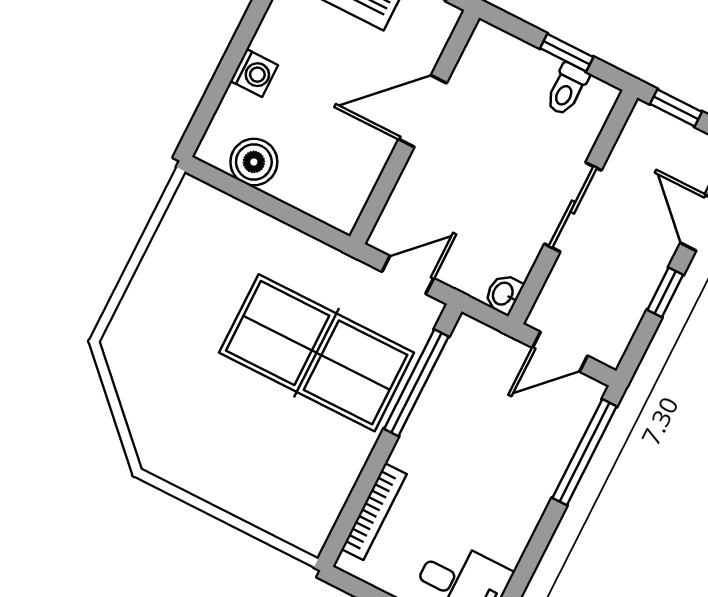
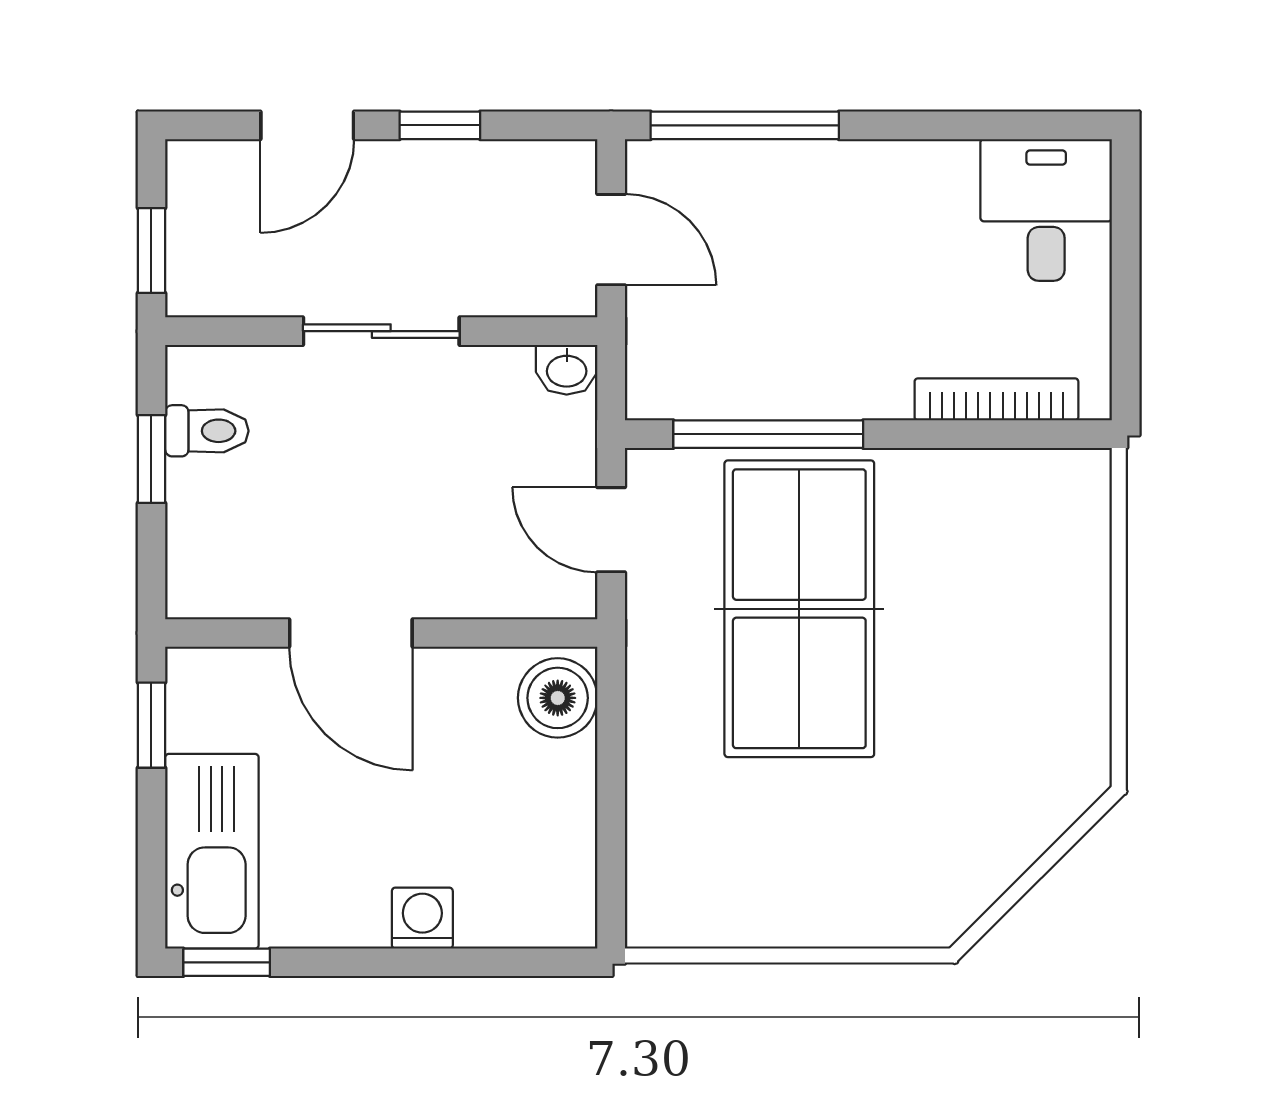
boiler: (254, 162) -> (558, 698), moved

